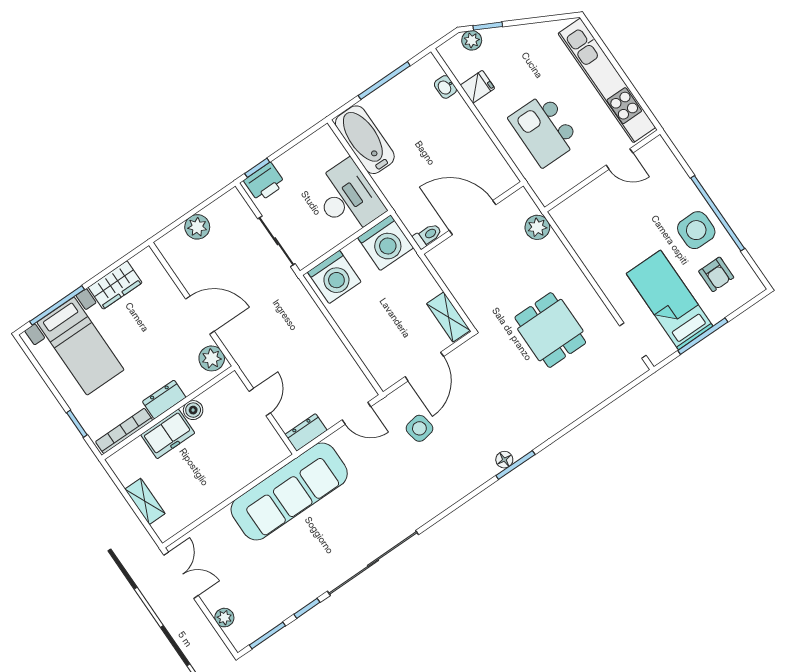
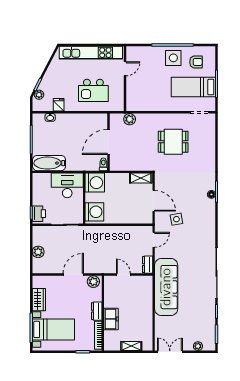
boiler: (193, 410) -> (109, 303), removed

